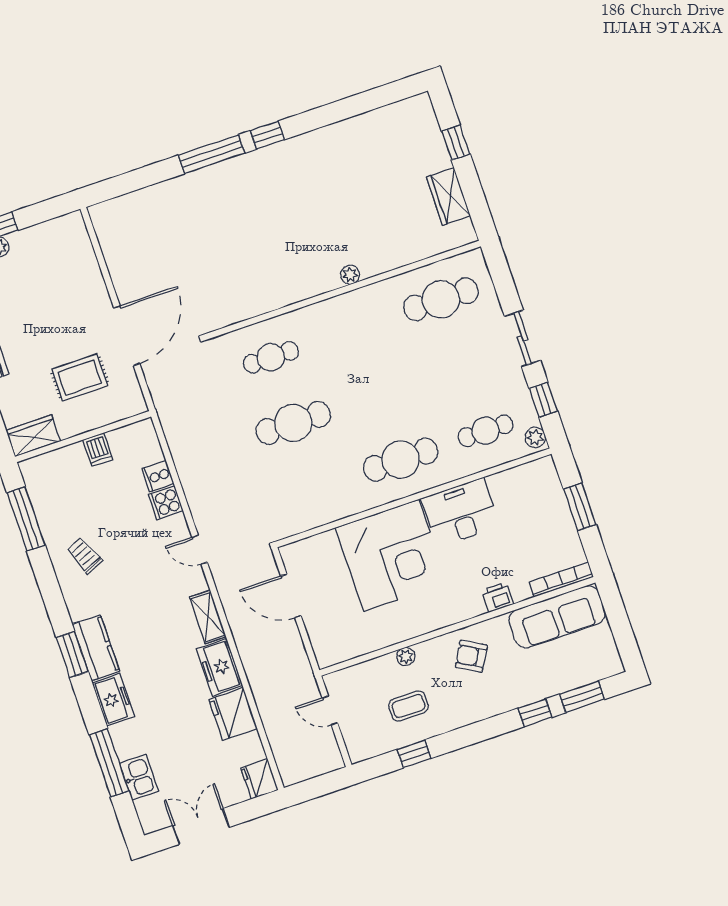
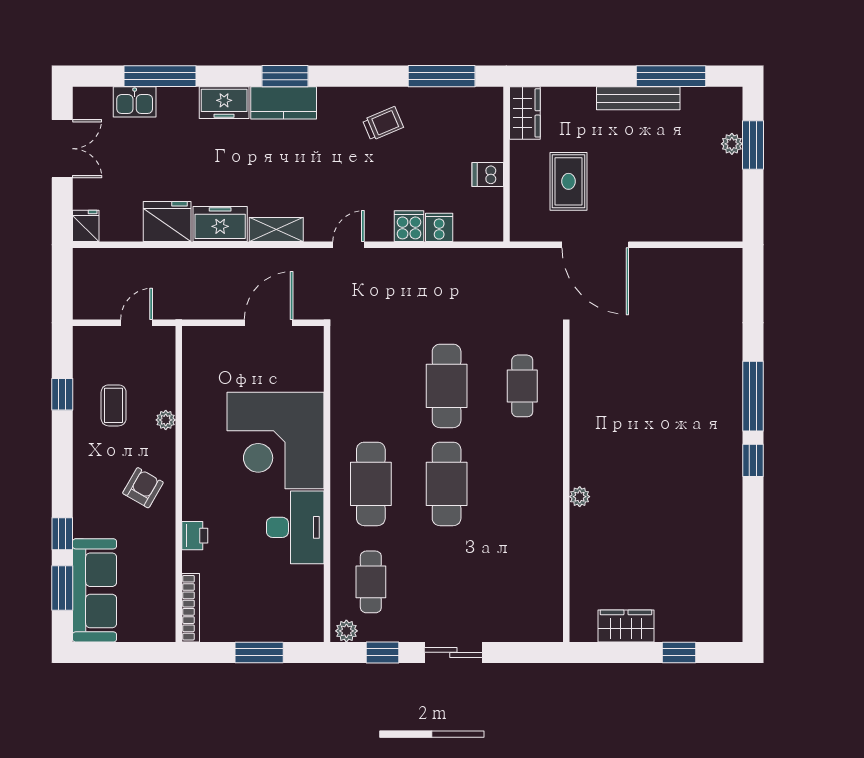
cafe table: (441, 299) -> (447, 484), moved
sofa: (557, 617) -> (95, 590), moved, turned 180
fridge: (259, 779) -> (86, 226), width x0.72

